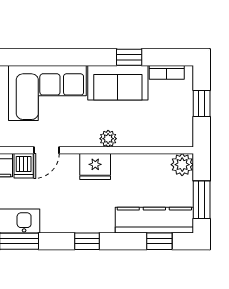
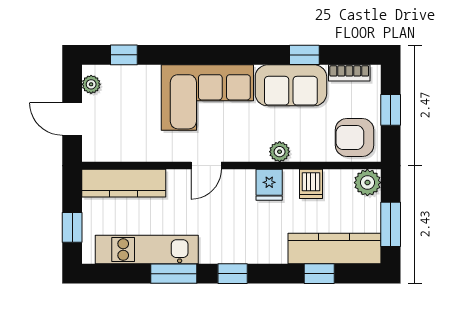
armchair: (171, 127) -> (354, 137), added
dishwasher: (24, 166) -> (311, 184), moved
fridge: (95, 166) -> (269, 185), width x0.72
window: (87, 241) -> (233, 274), moved
window: (159, 241) -> (319, 274), moved

